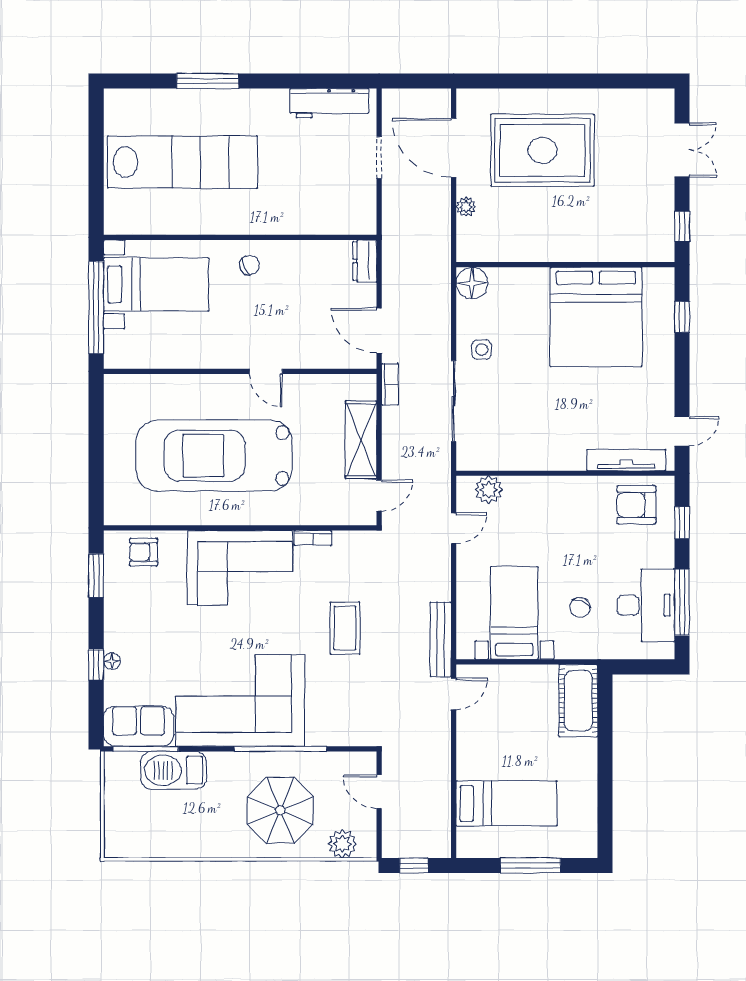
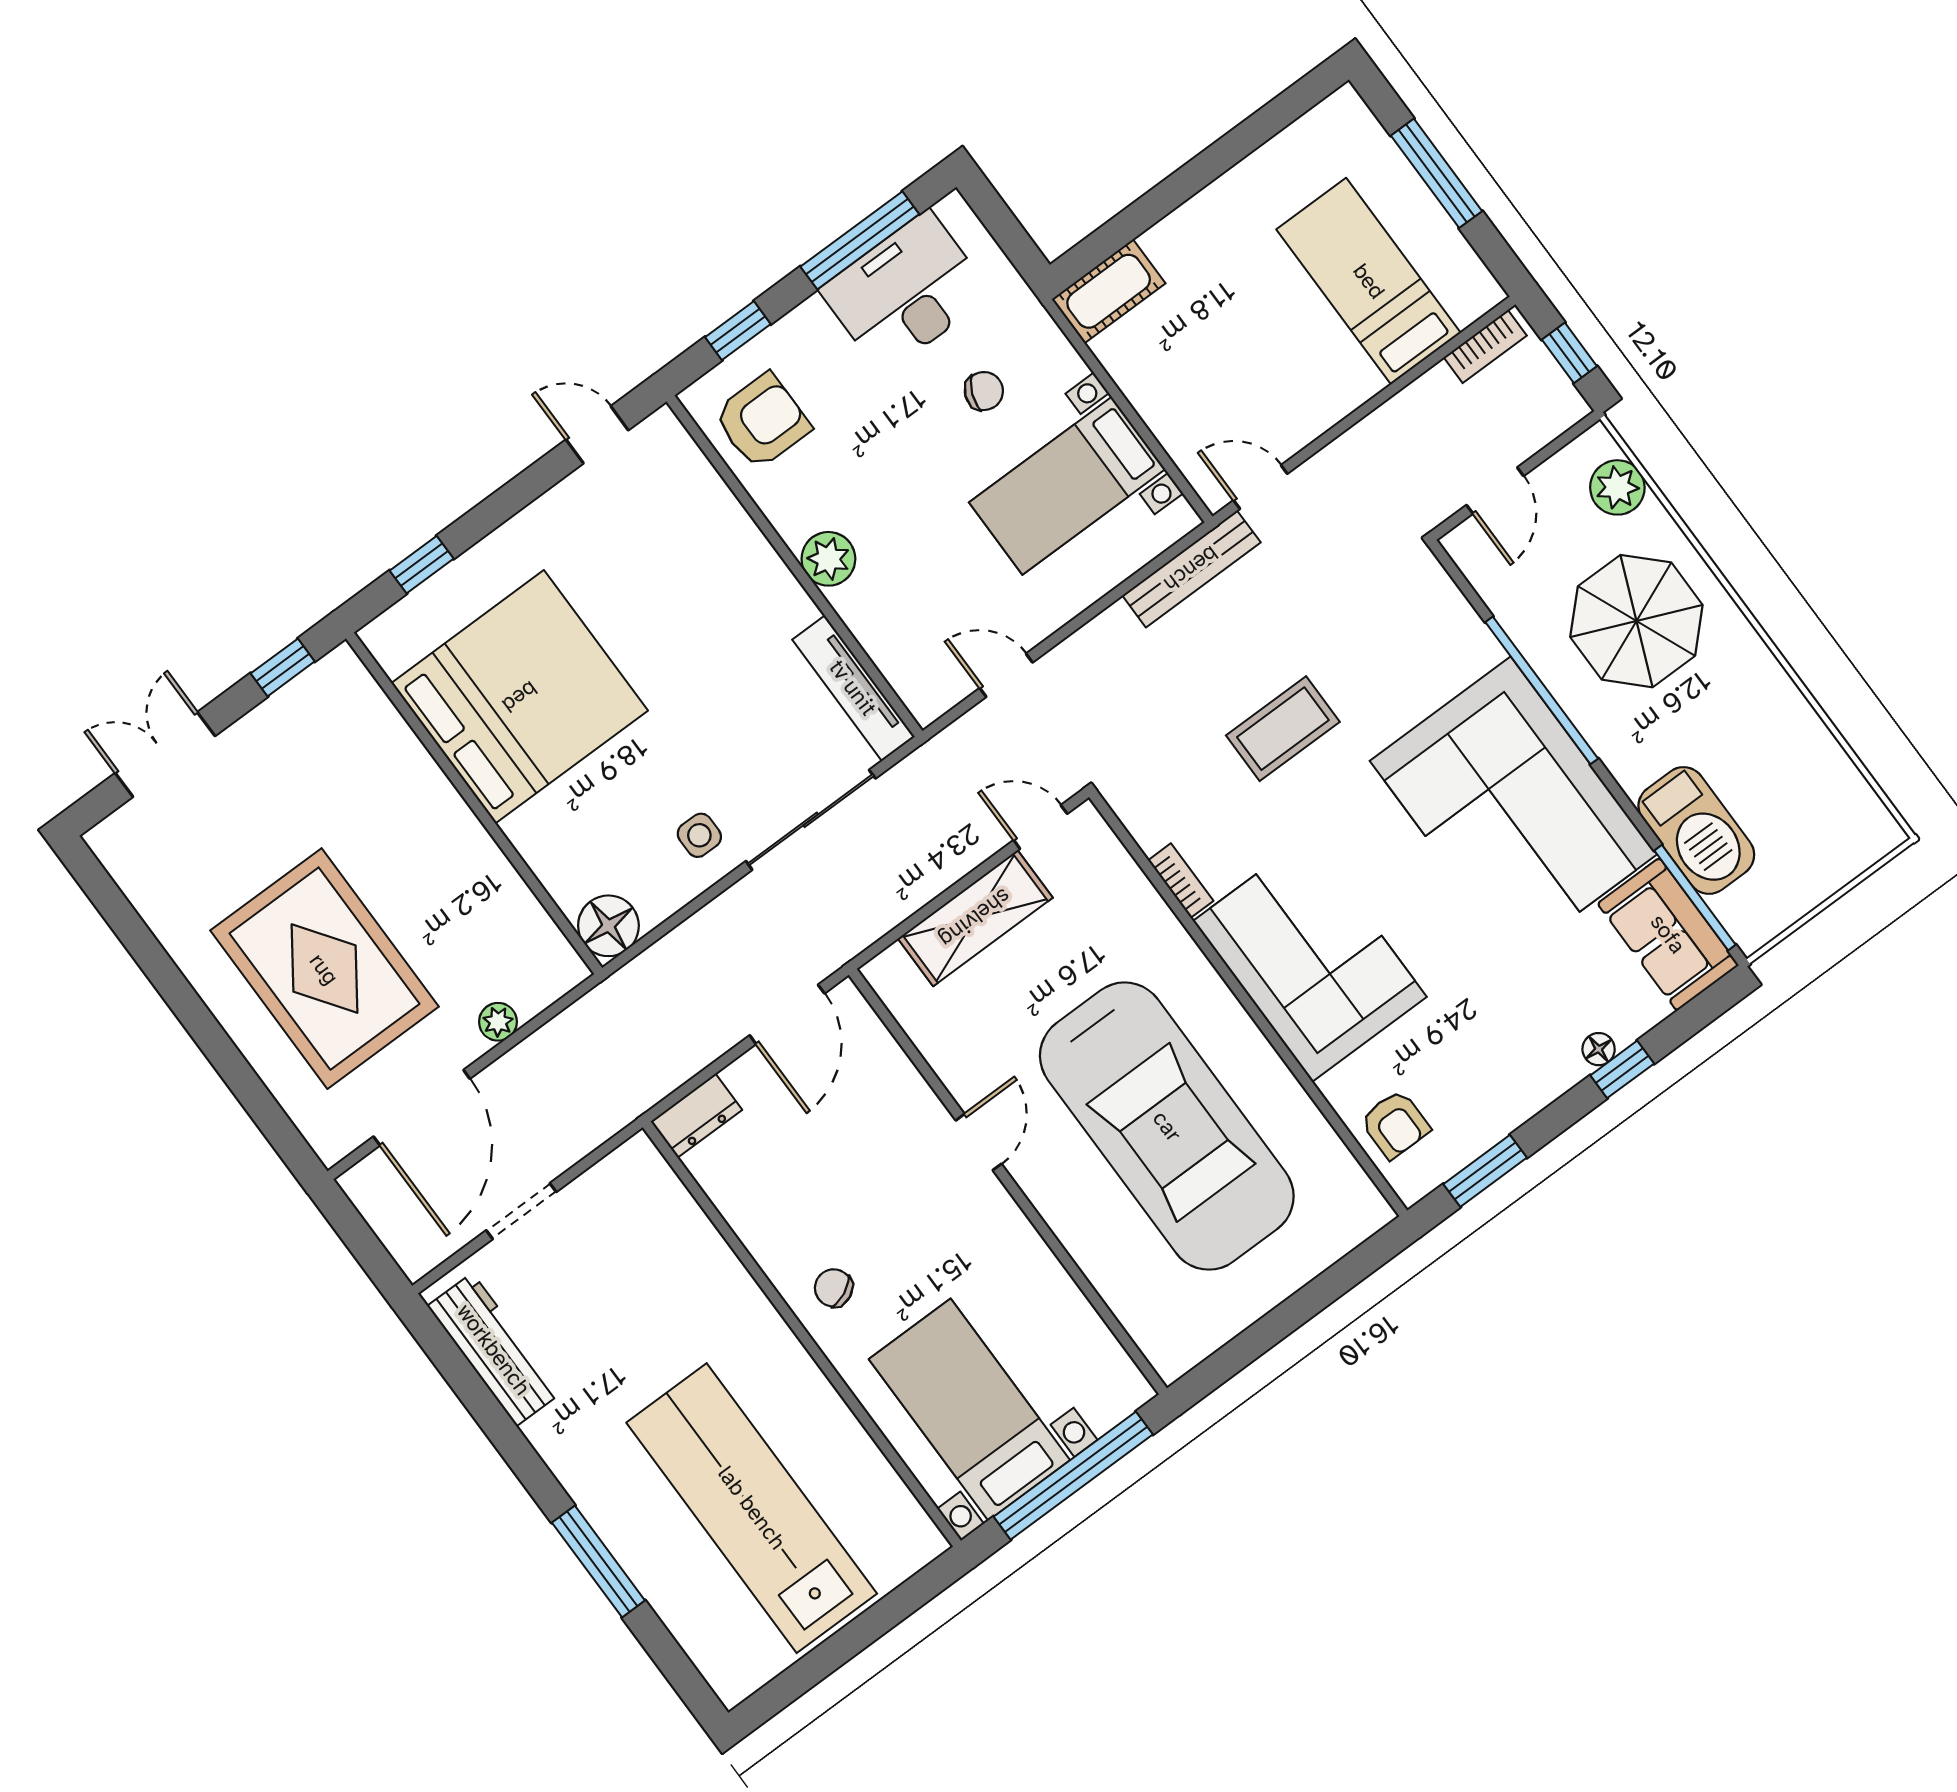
bookcase: (390, 384) -> (1485, 347), moved, turned 180
tv unit: (626, 460) -> (853, 688), moved
plant: (489, 490) -> (828, 559), moved
armchair: (636, 505) -> (762, 421), turned -90
cot: (578, 701) -> (1109, 291), width x0.73, depth x0.75

